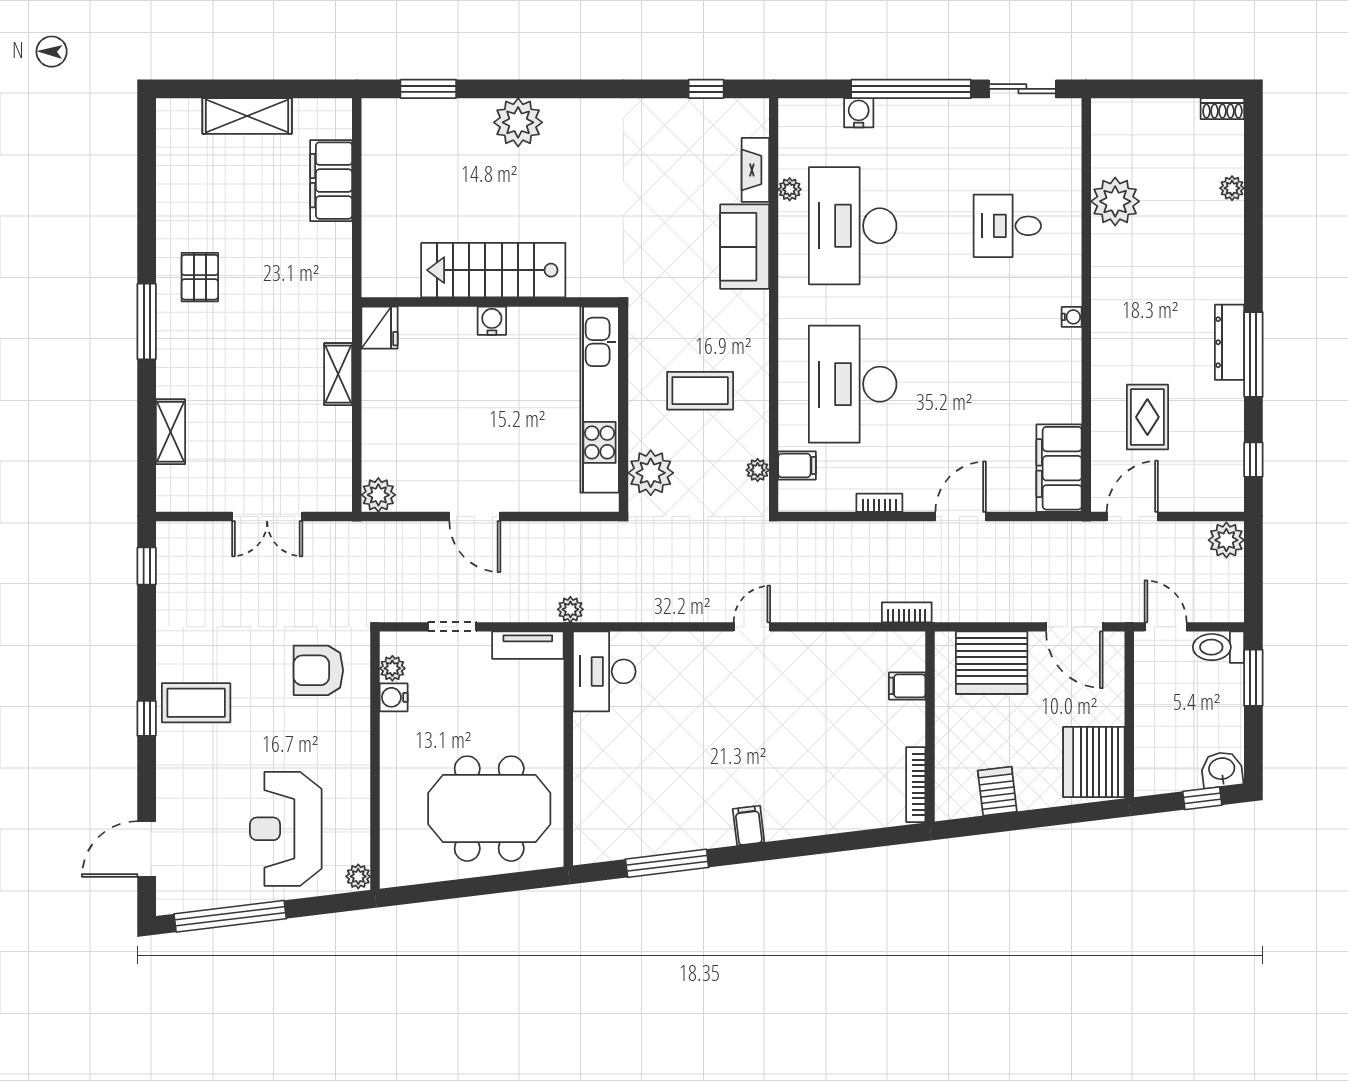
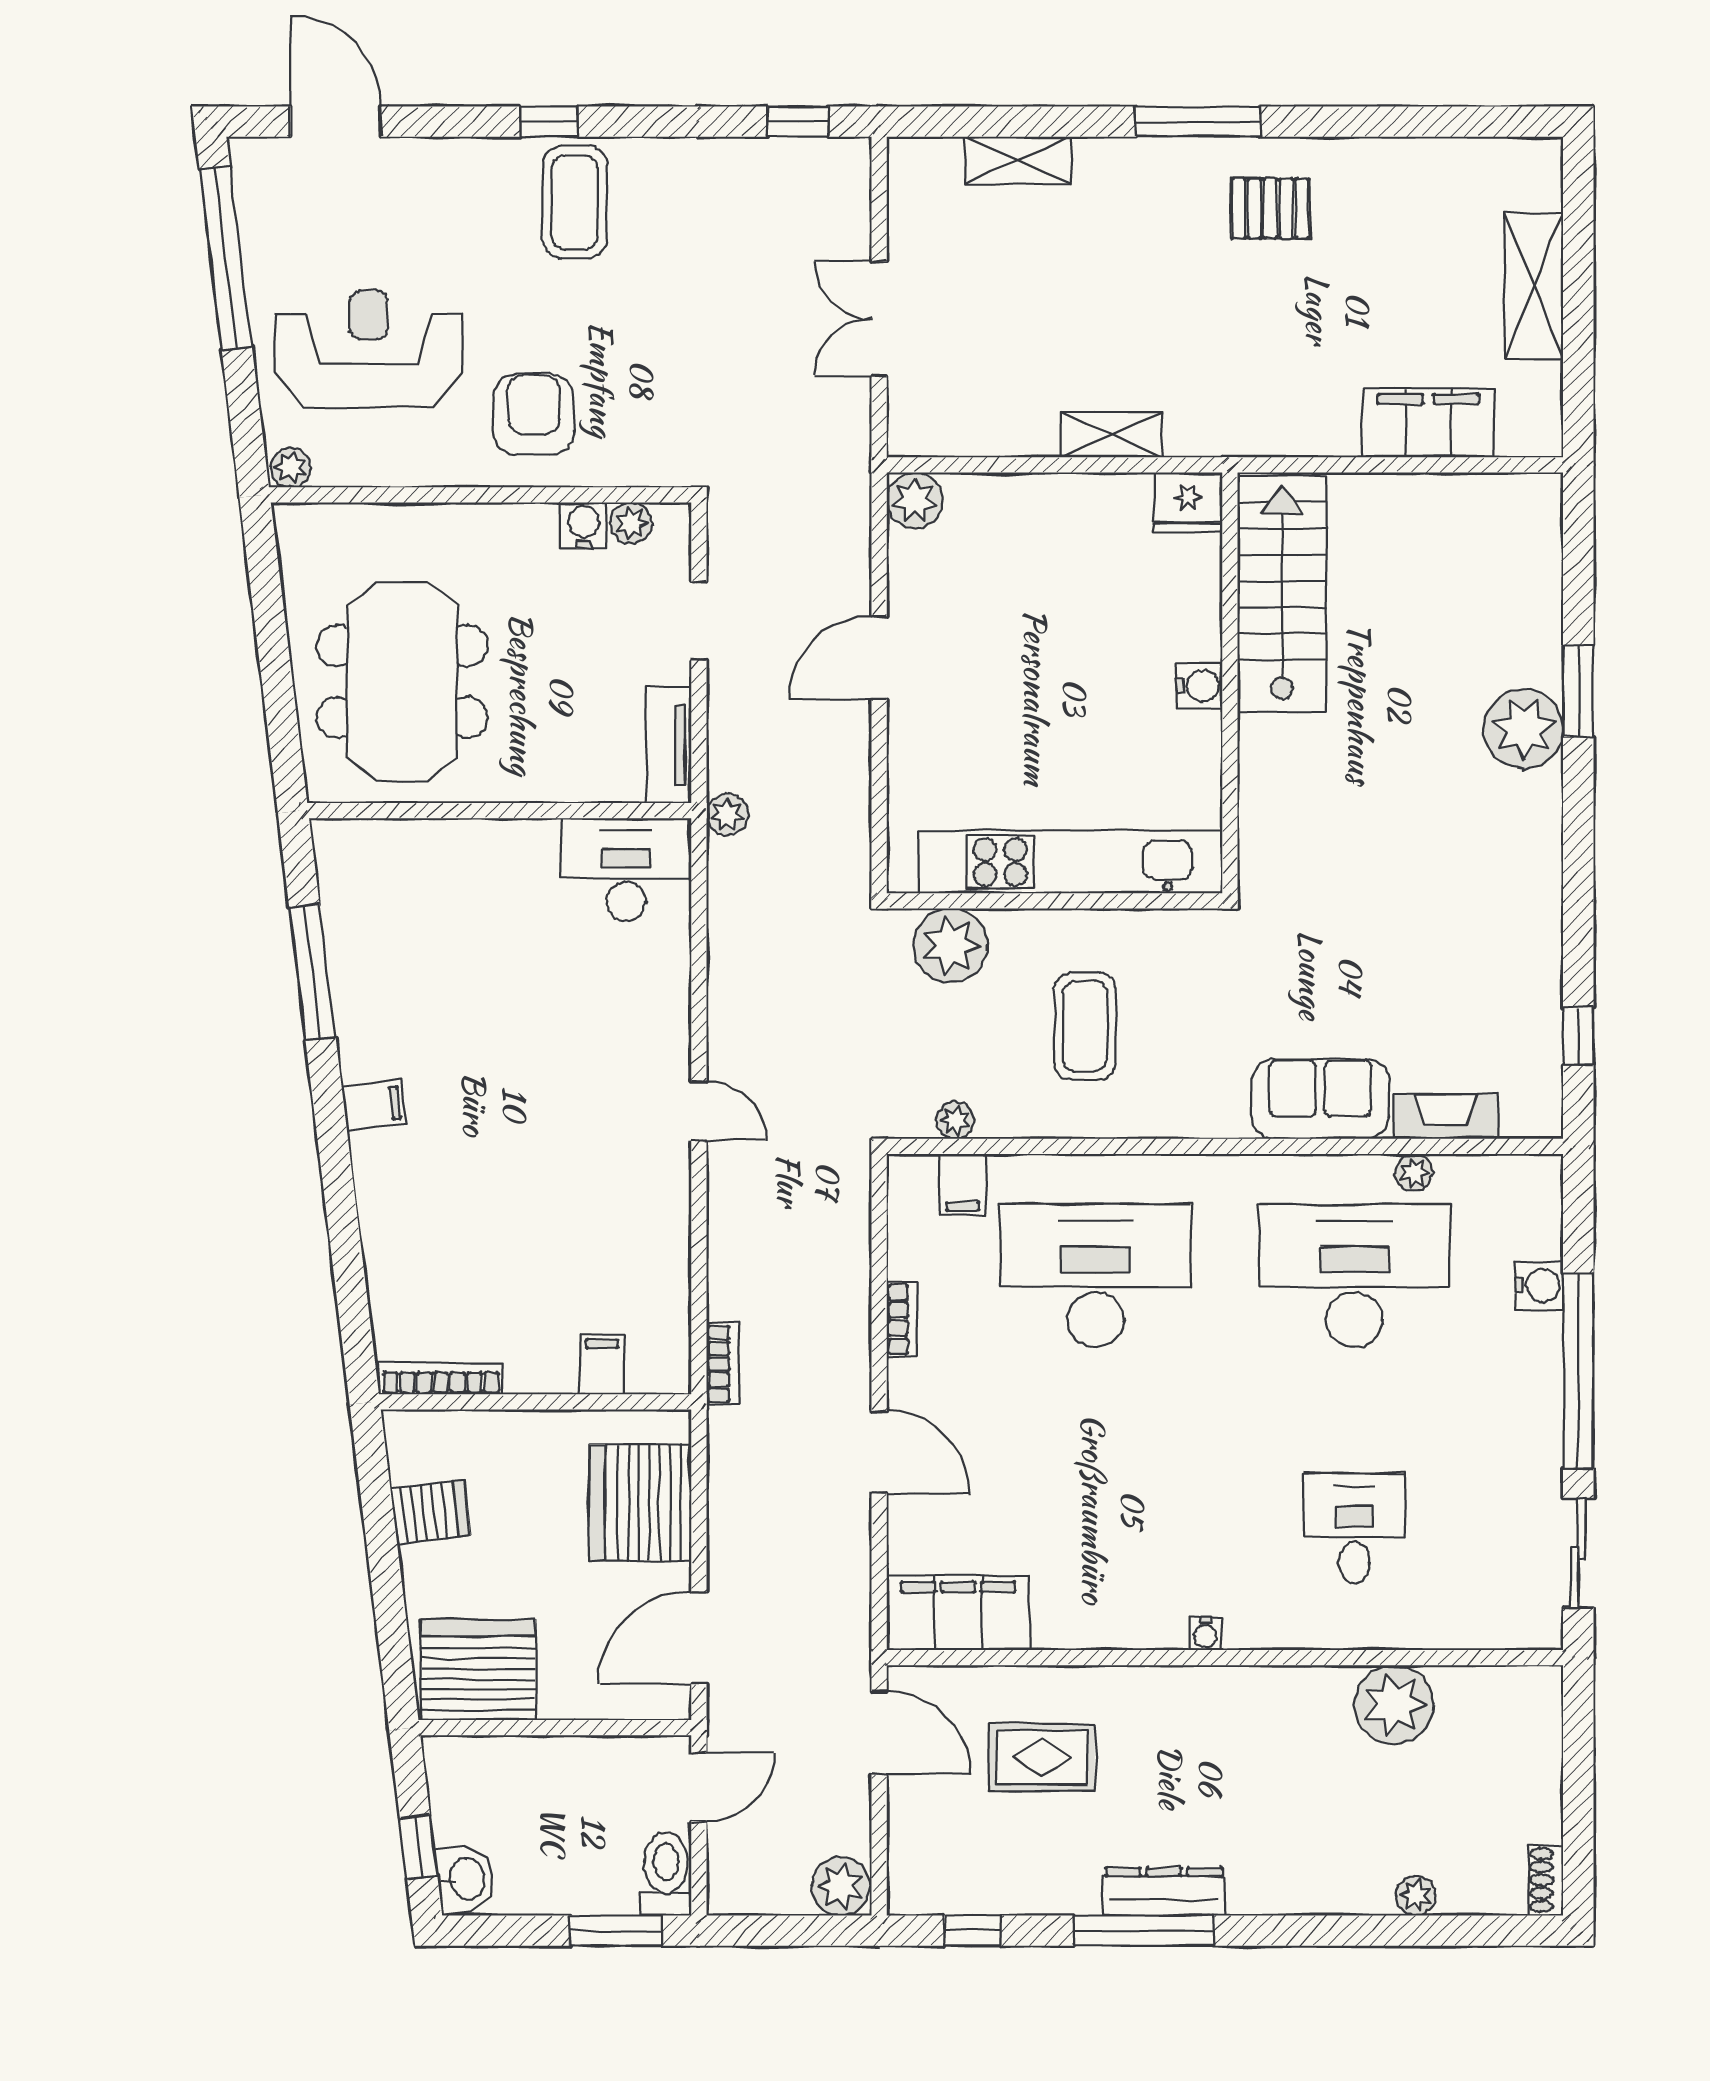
window: (428, 89) -> (1578, 691), moved
stairs: (493, 270) -> (1282, 594), moved
armchair: (318, 670) -> (534, 414), moved

